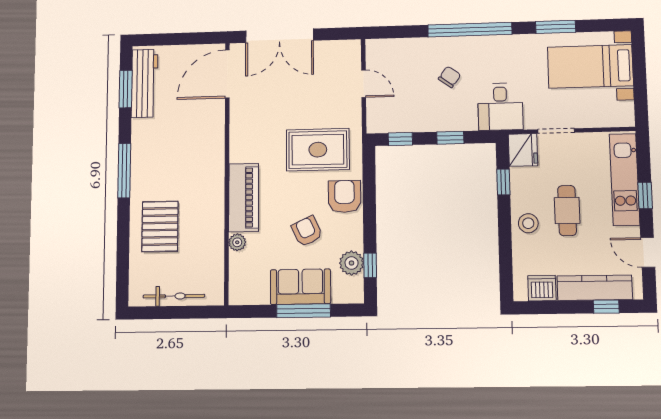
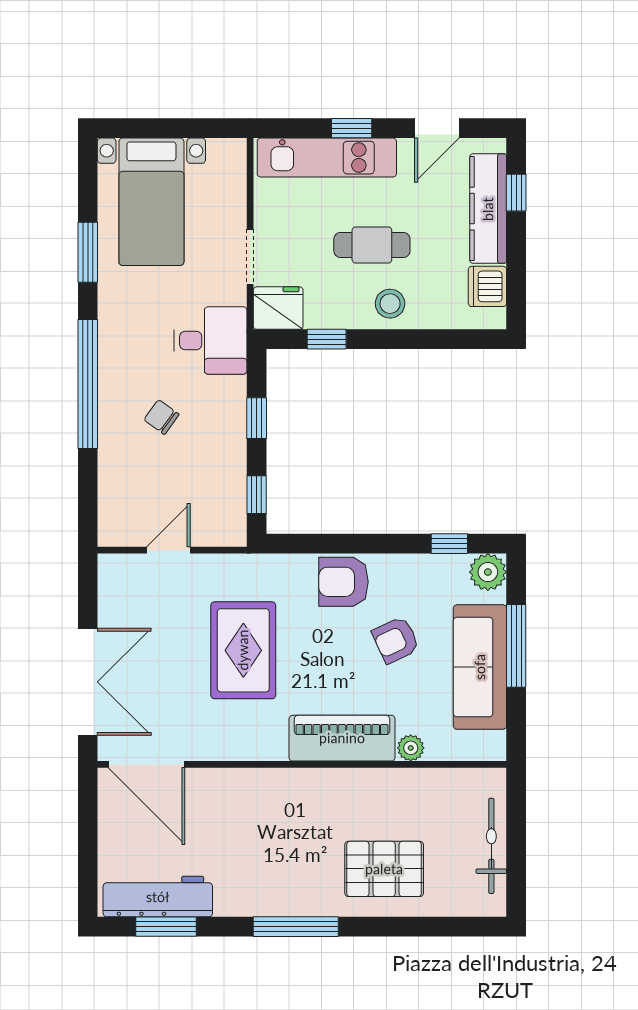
rug: (318, 150) -> (243, 650), moved
plant: (352, 263) -> (488, 572), moved
sofa: (300, 287) -> (480, 667), width x1.36

